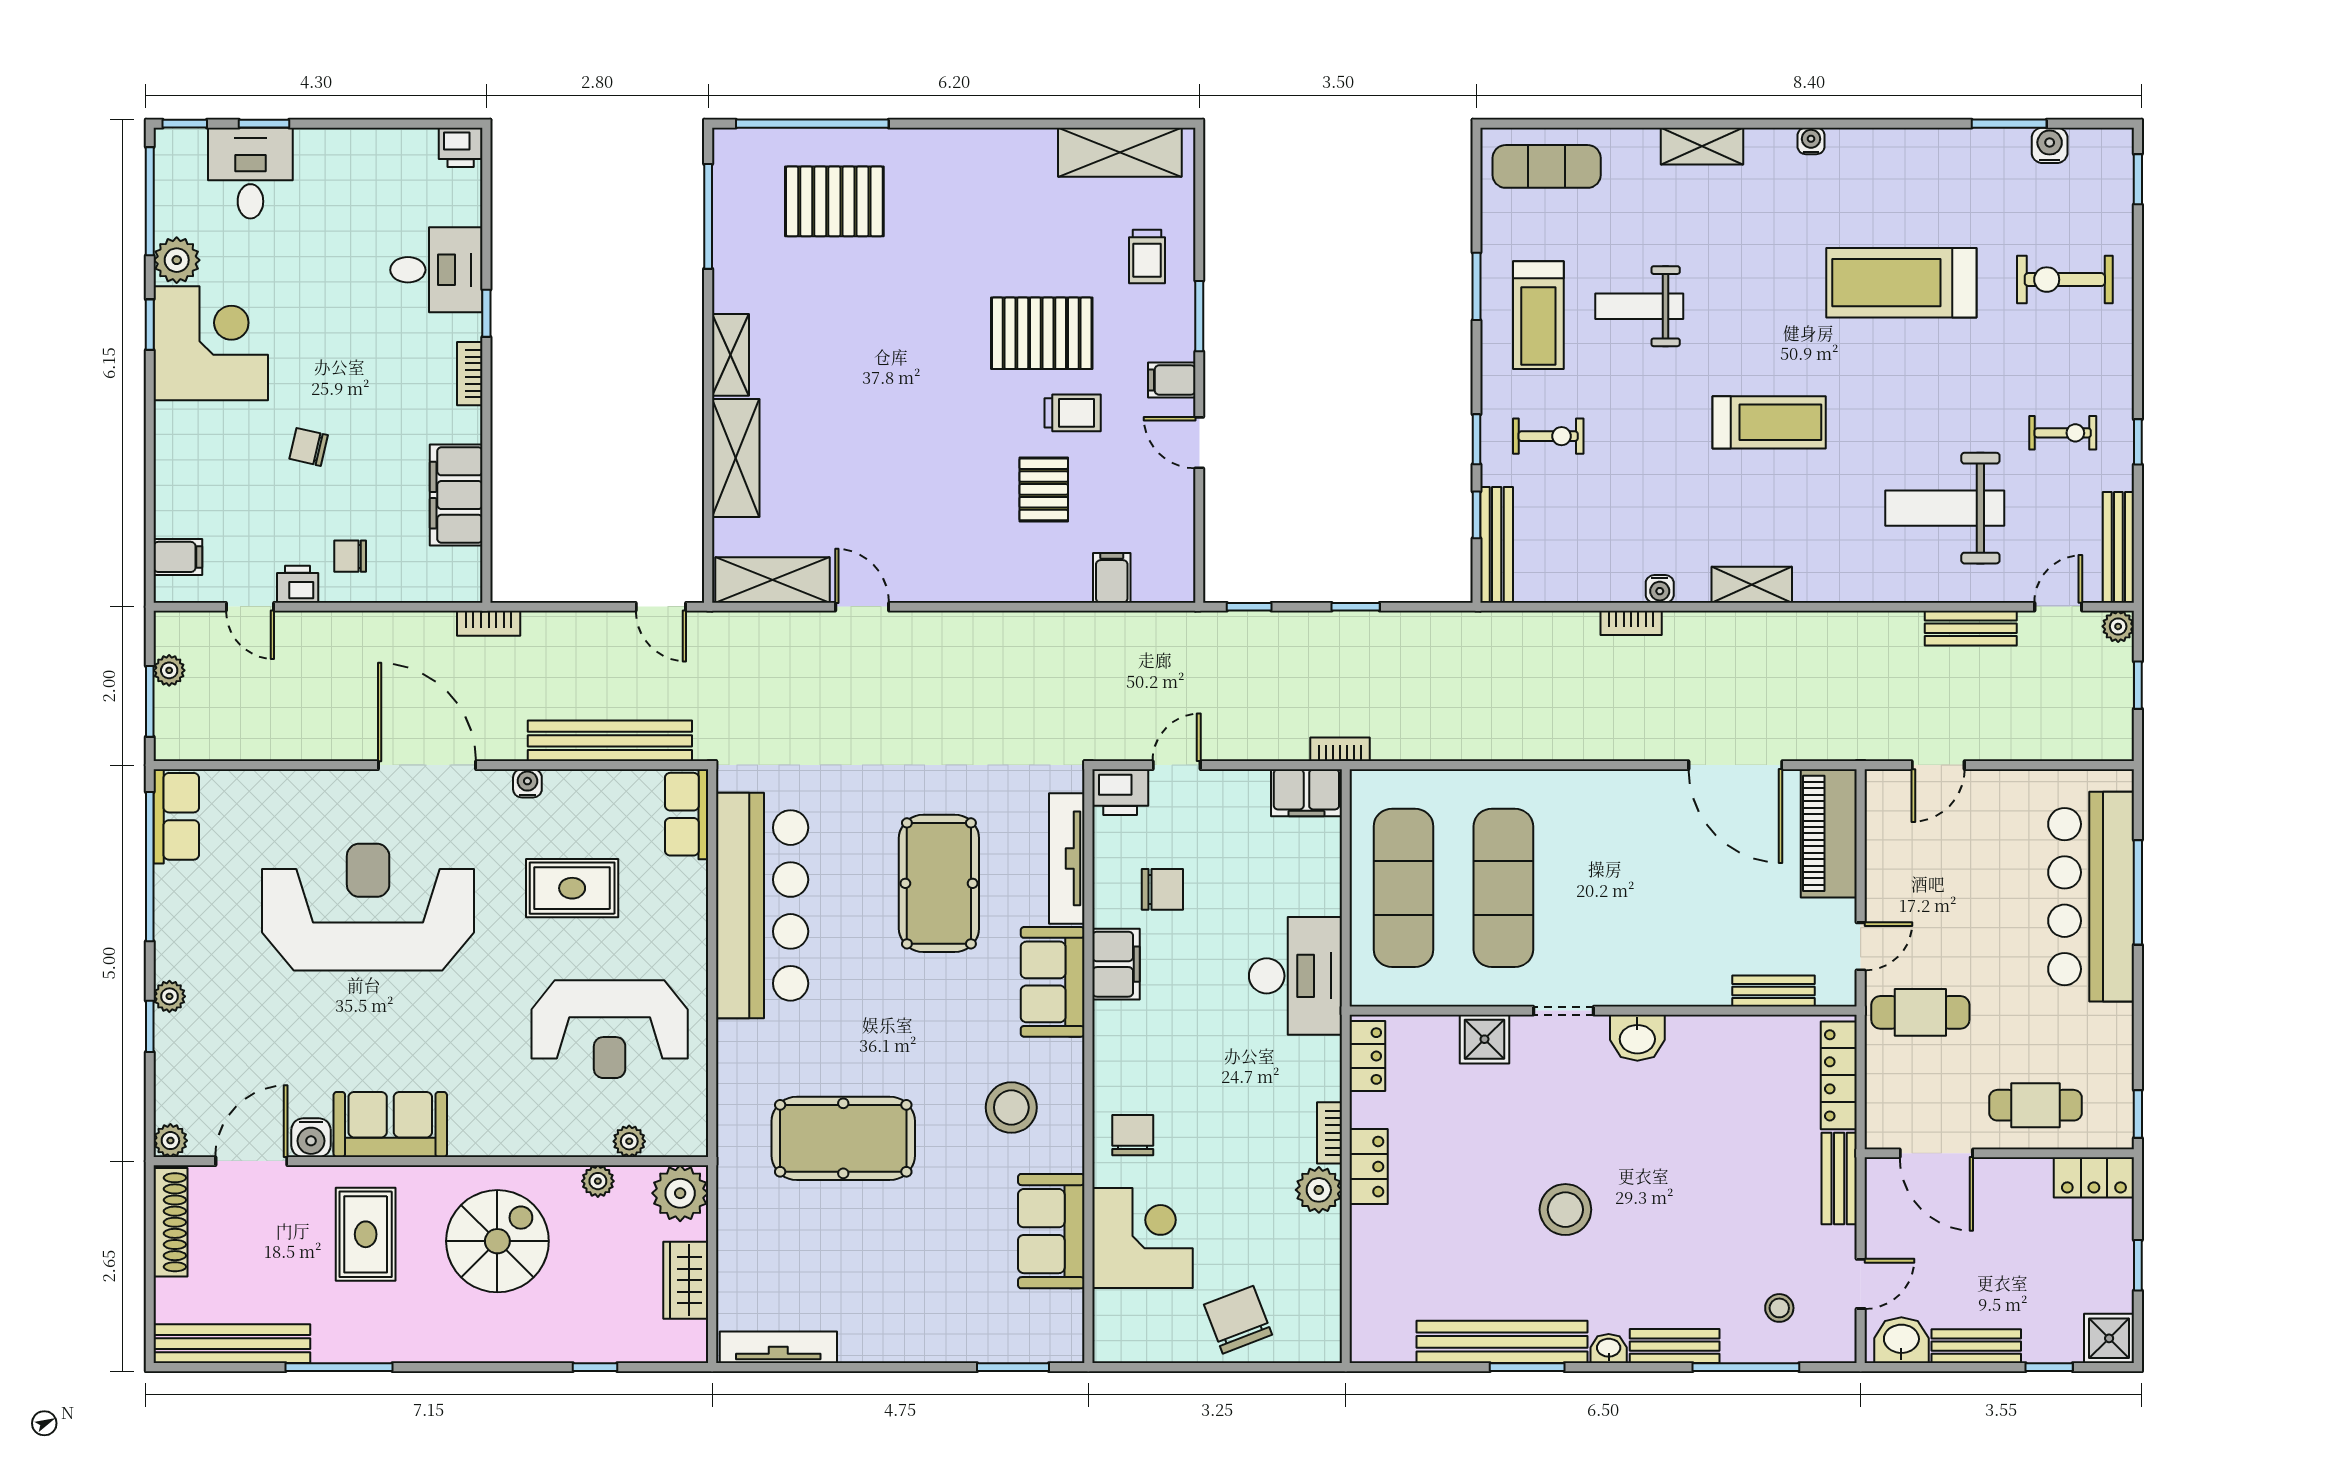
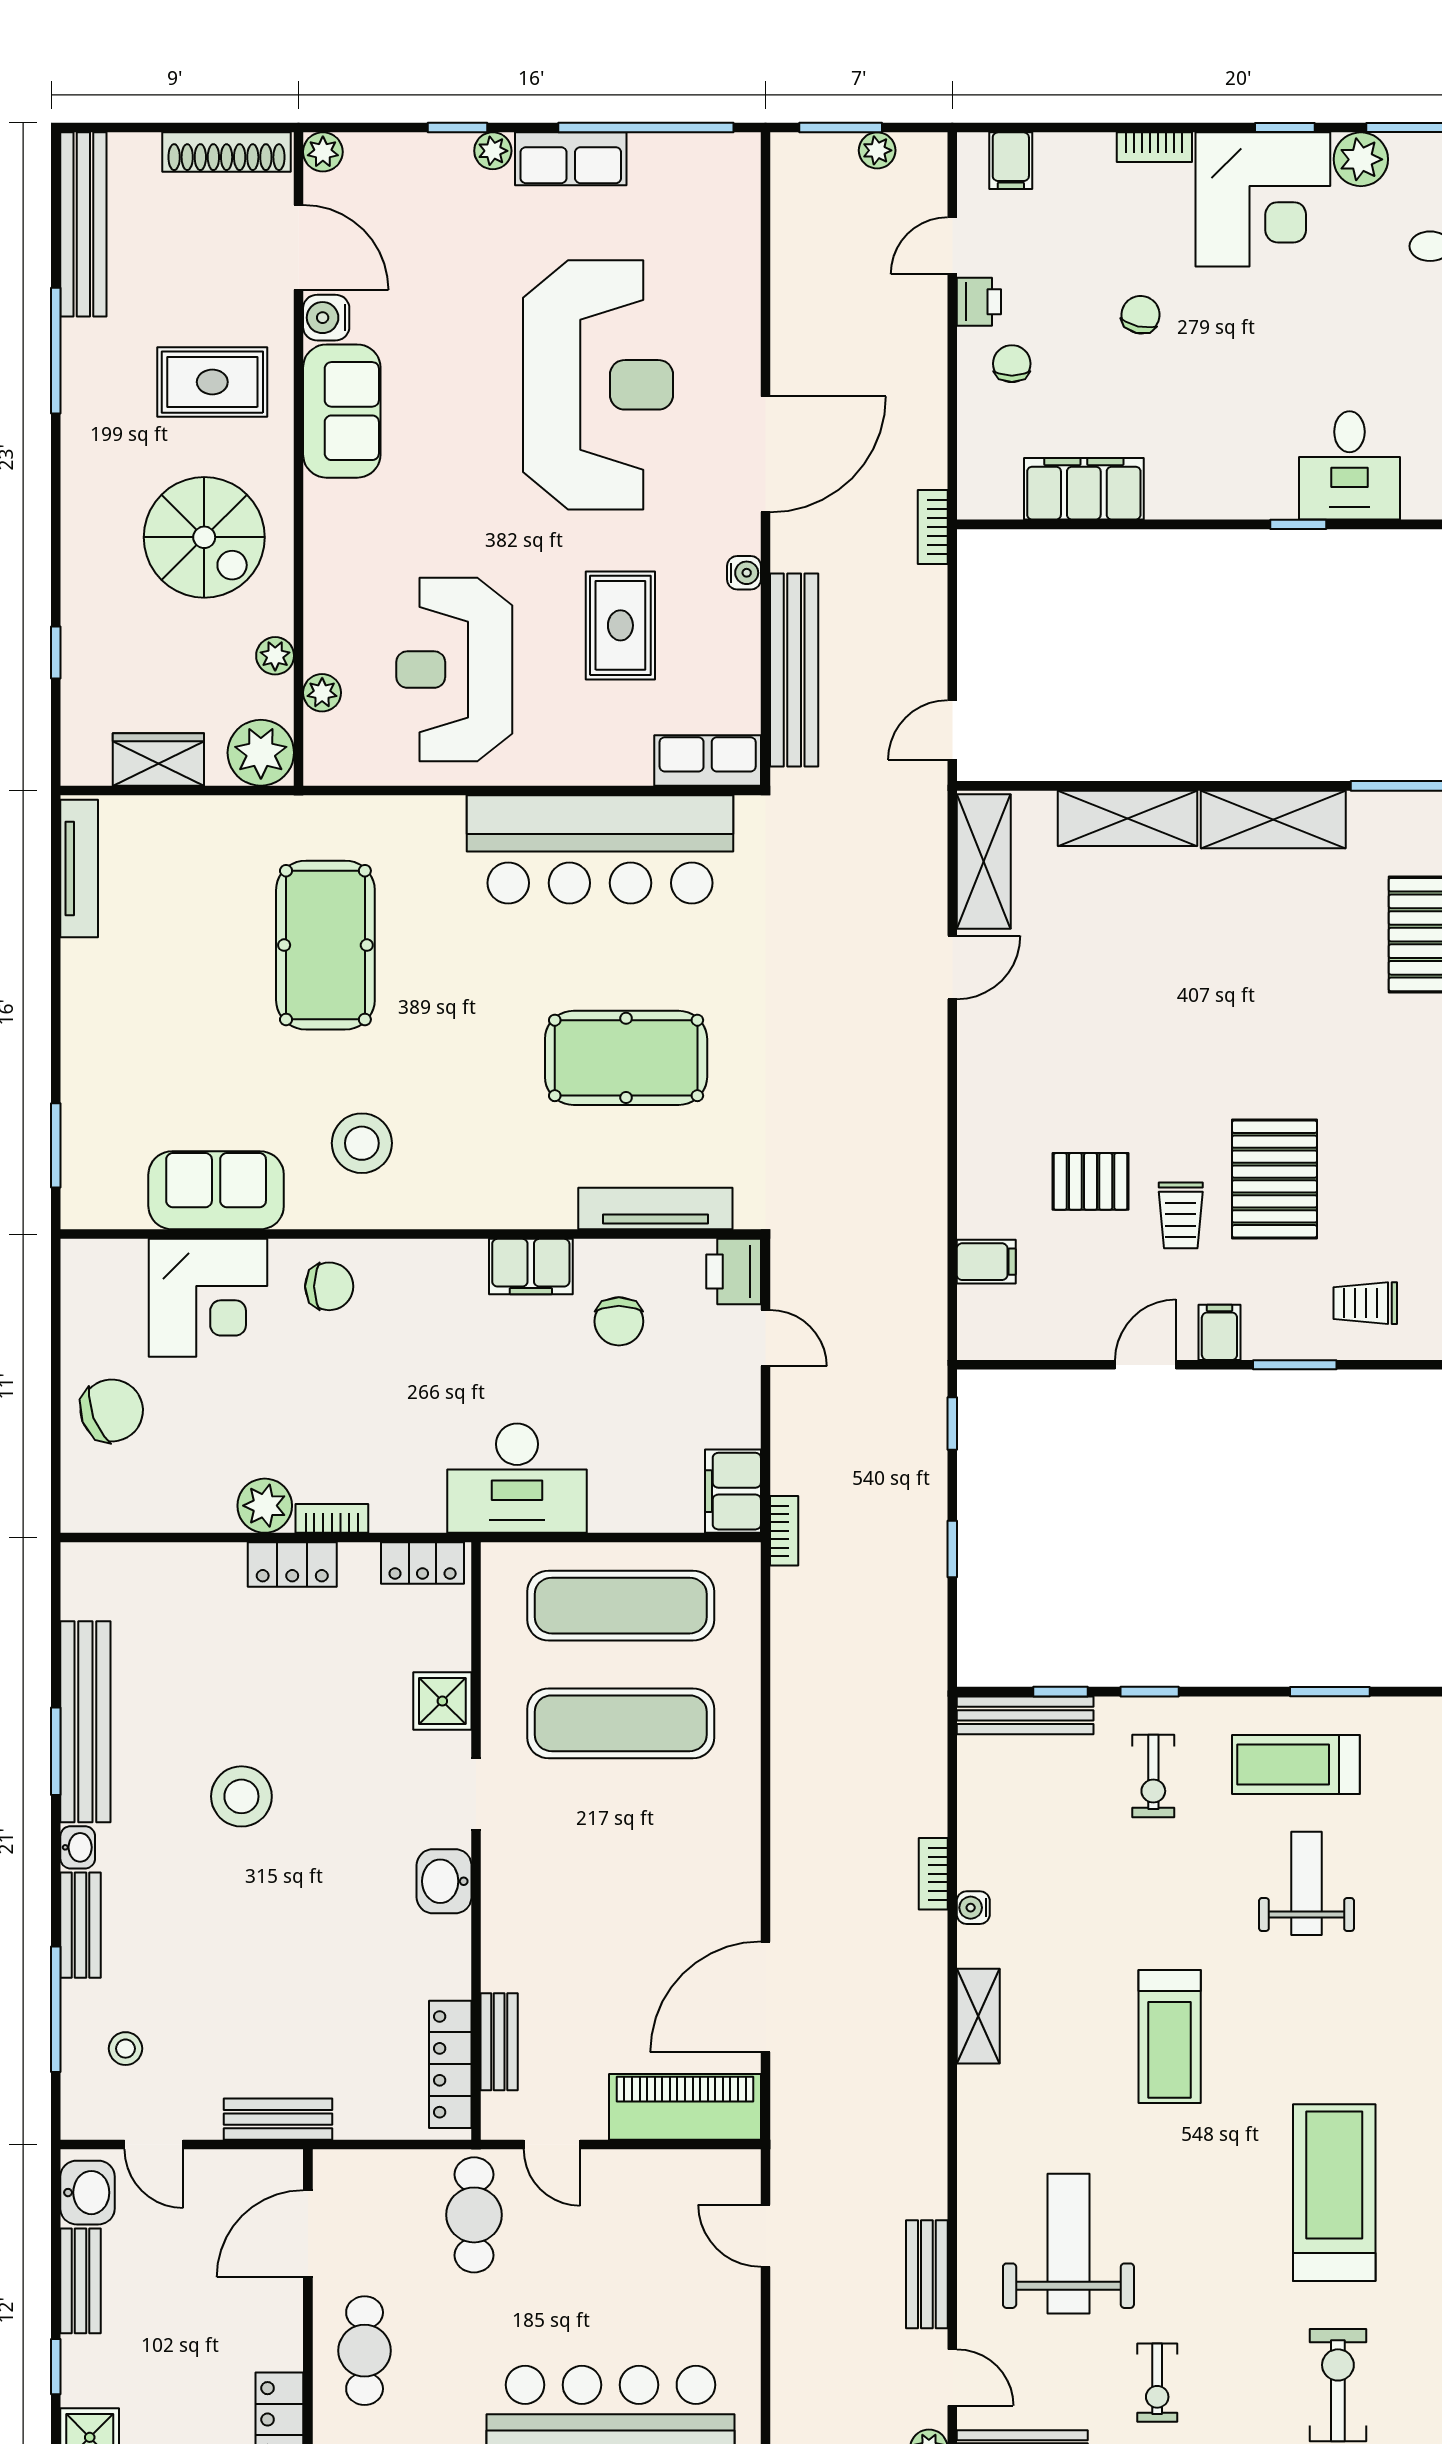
shelving: (731, 355) -> (1273, 819), width x1.50, depth x1.33
bookcase: (470, 374) -> (1154, 147), moved, turned 180
row of seats: (176, 816) -> (571, 159), moved
sofa: (1053, 982) -> (510, 1192), removed
locker: (1839, 1075) -> (450, 2064), moved, turned -90

